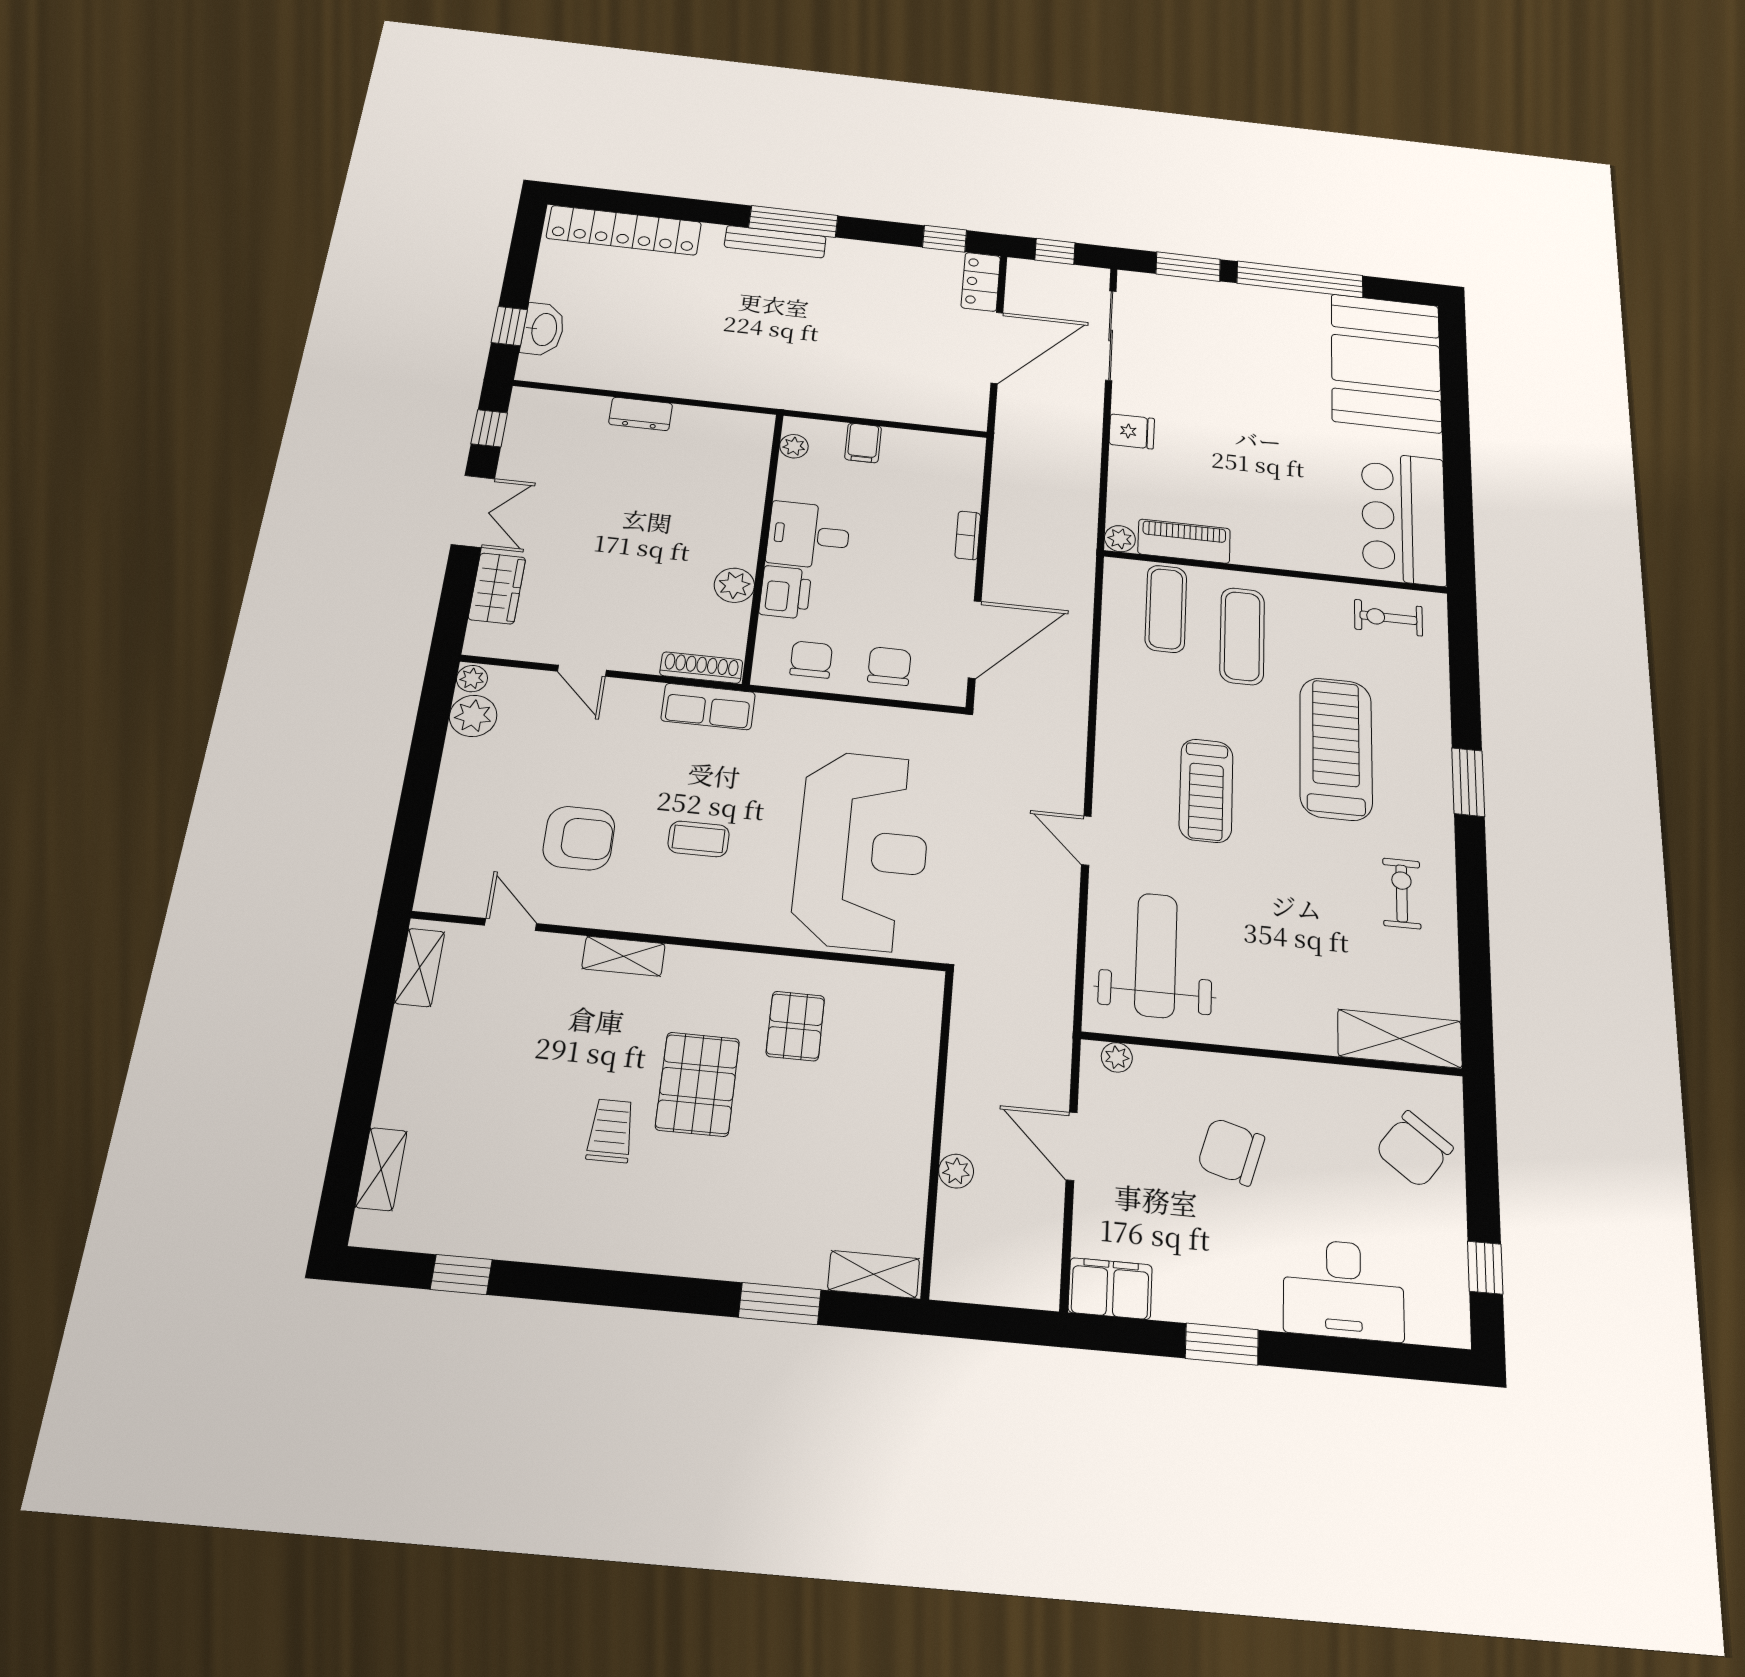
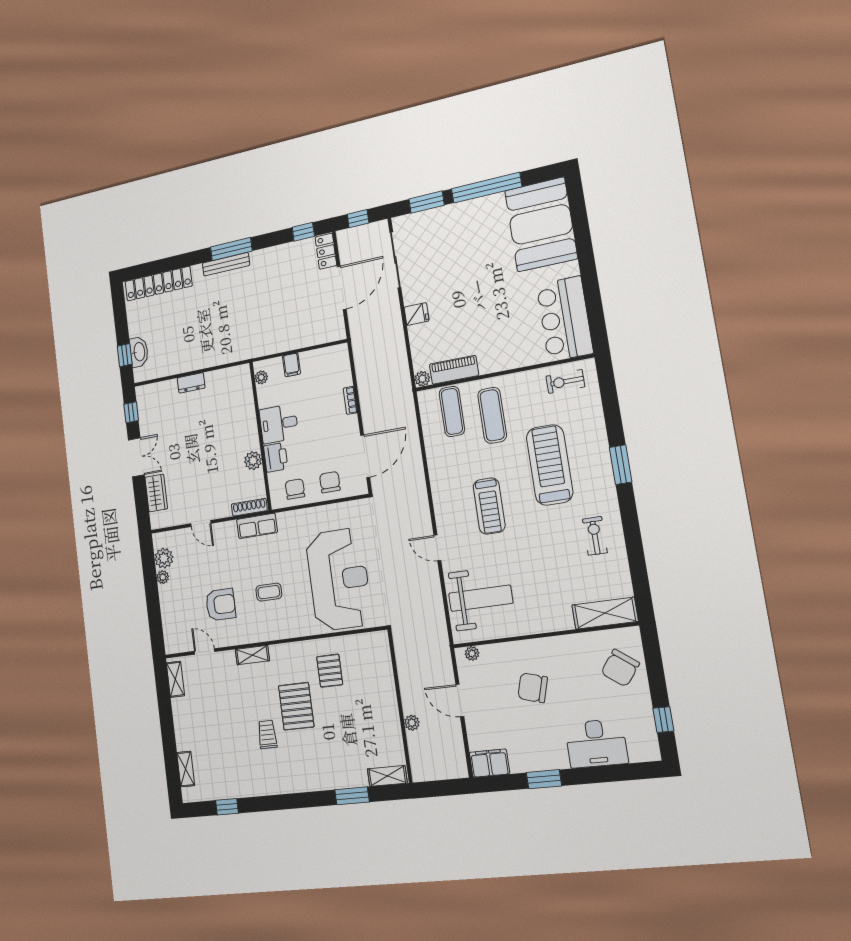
plant: (472, 679) -> (163, 577), moved
weight bench: (1156, 955) -> (481, 598), turned 90

